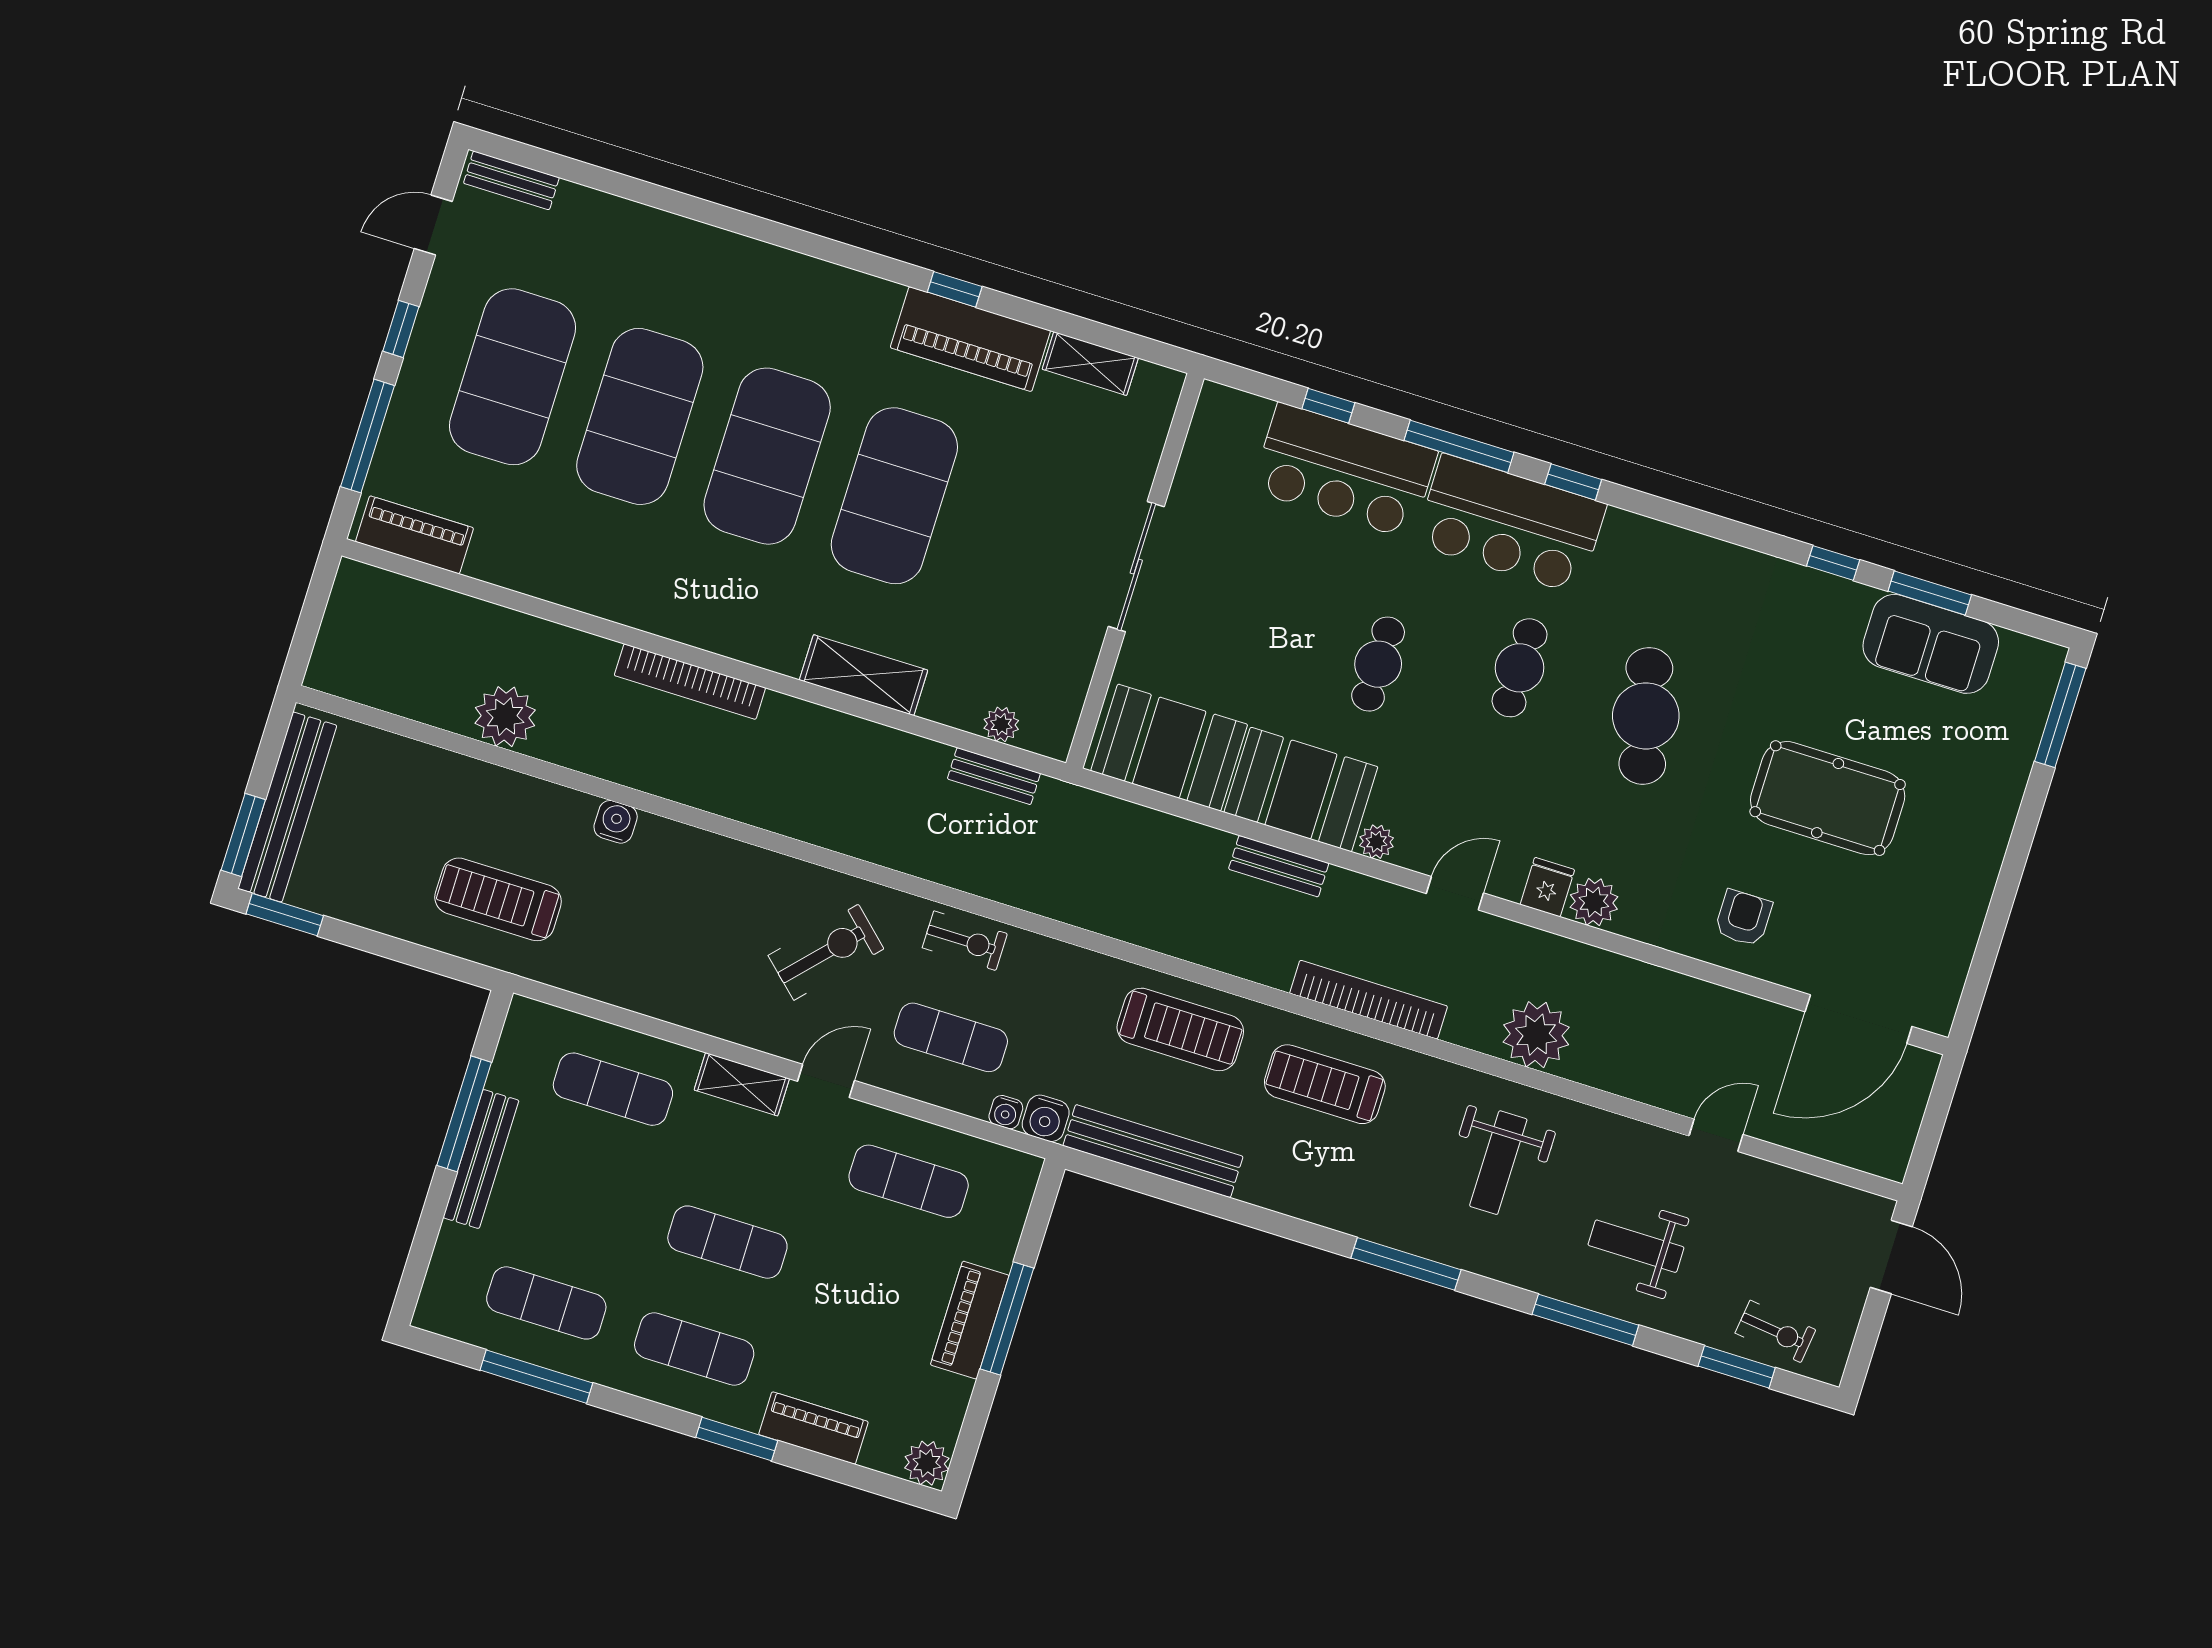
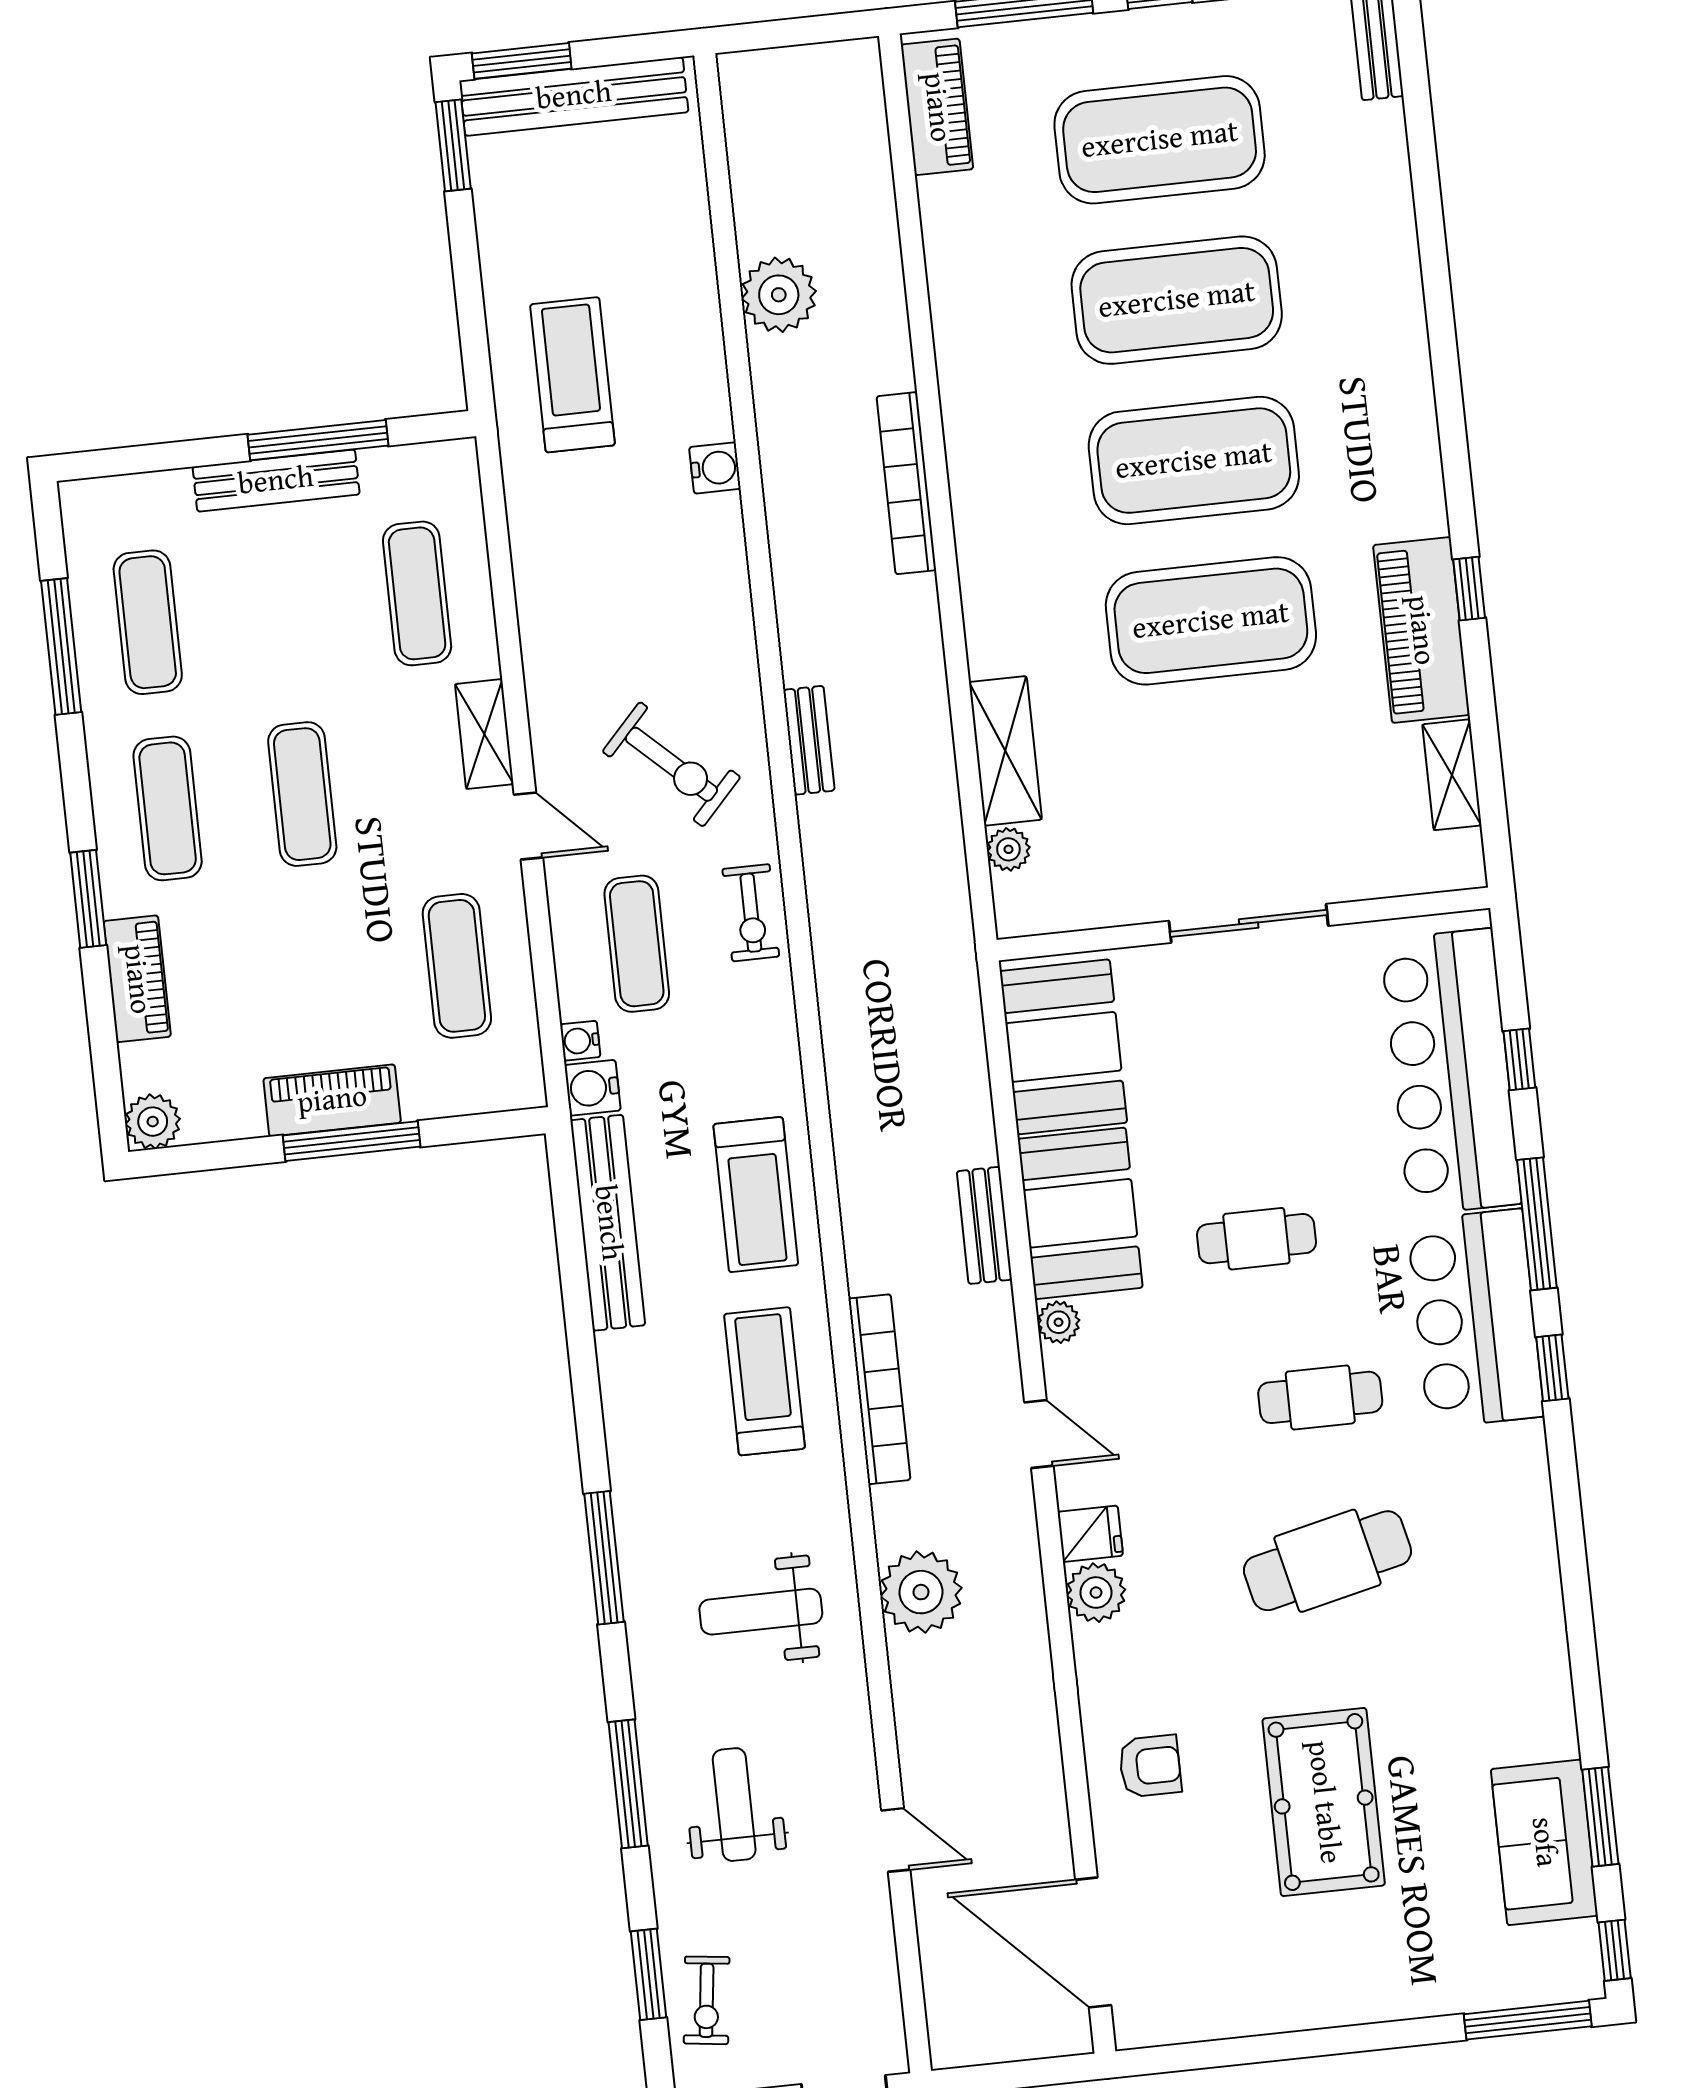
bar counter: (1344, 471) -> (1451, 1072), width x1.36
window: (1833, 563) -> (1615, 1950), moved
shelving: (864, 675) -> (1005, 751), moved
bench: (994, 776) -> (809, 740), moved

